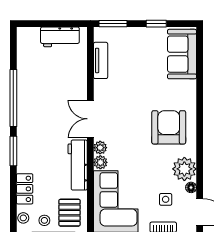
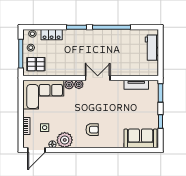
workbench: (60, 37) -> (152, 48), moved
armchair: (169, 127) -> (92, 130), width x0.53, depth x0.53
workbench: (78, 165) -> (67, 70), removed

